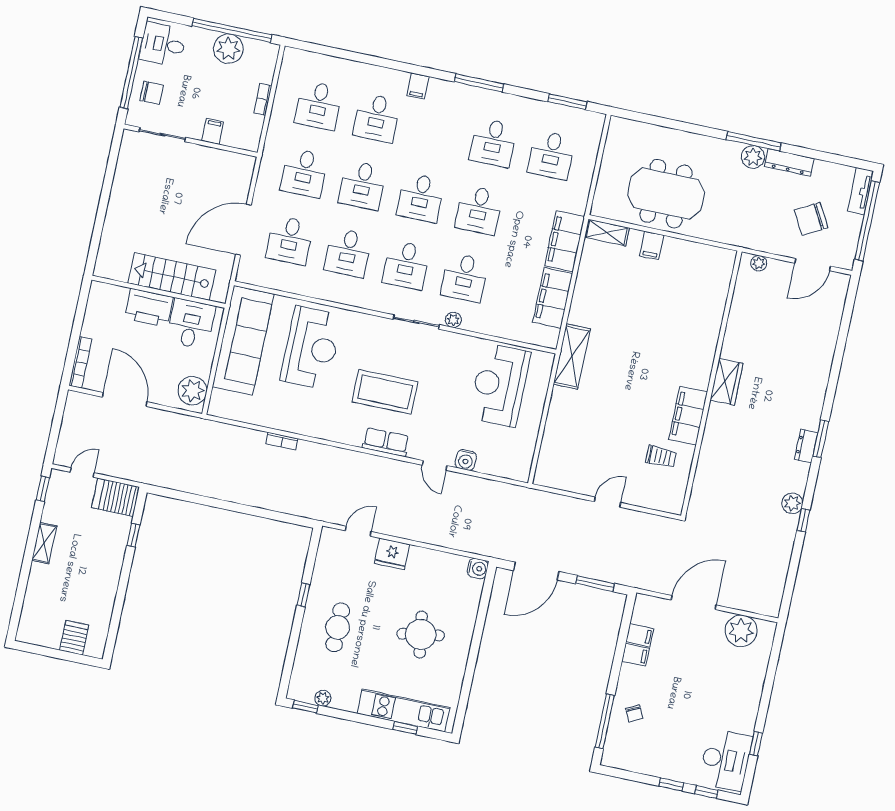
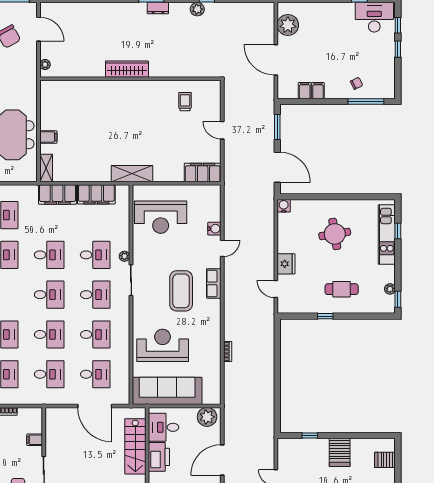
wardrobe: (727, 382) -> (127, 69), width x1.50
filing cabinet: (688, 416) -> (203, 173), moved, turned 180
server rack: (116, 497) -> (340, 452), moved

